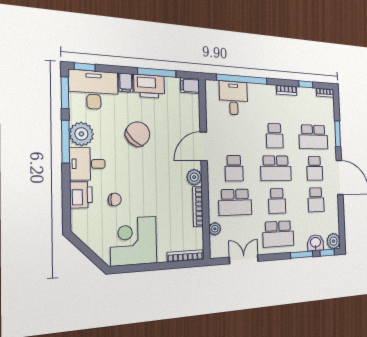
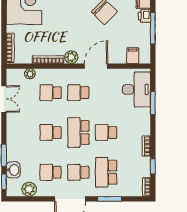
window: (242, 79) -> (153, 103), width x0.47
printer: (149, 86) -> (144, 16), width x0.53, depth x0.68
filing cabinet: (190, 86) -> (133, 56), moved
desk: (234, 98) -> (136, 89), width x1.37
door: (204, 146) -> (96, 66), hinge flipped
school desk: (235, 202) -> (51, 93), width x0.54
school desk: (278, 234) -> (23, 132), removed
plant: (333, 241) -> (29, 189), moved

